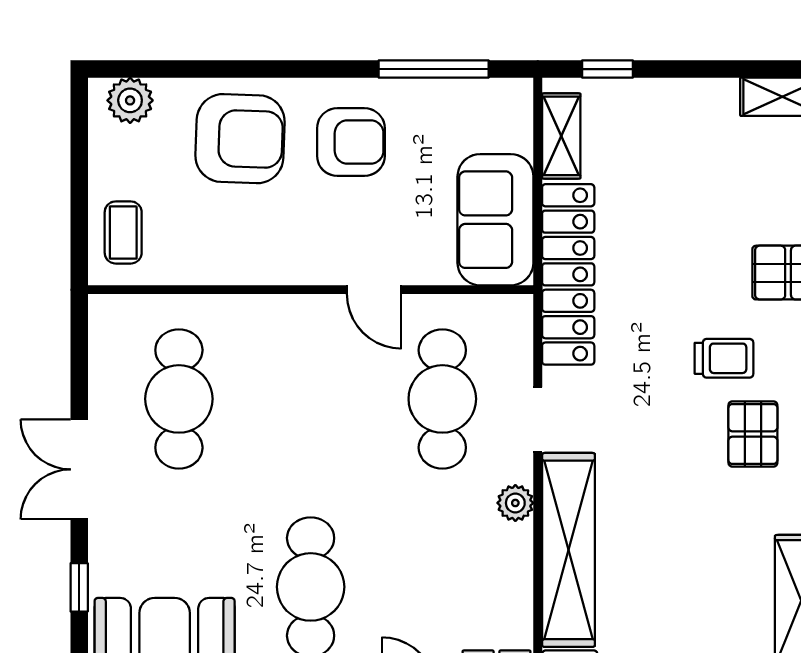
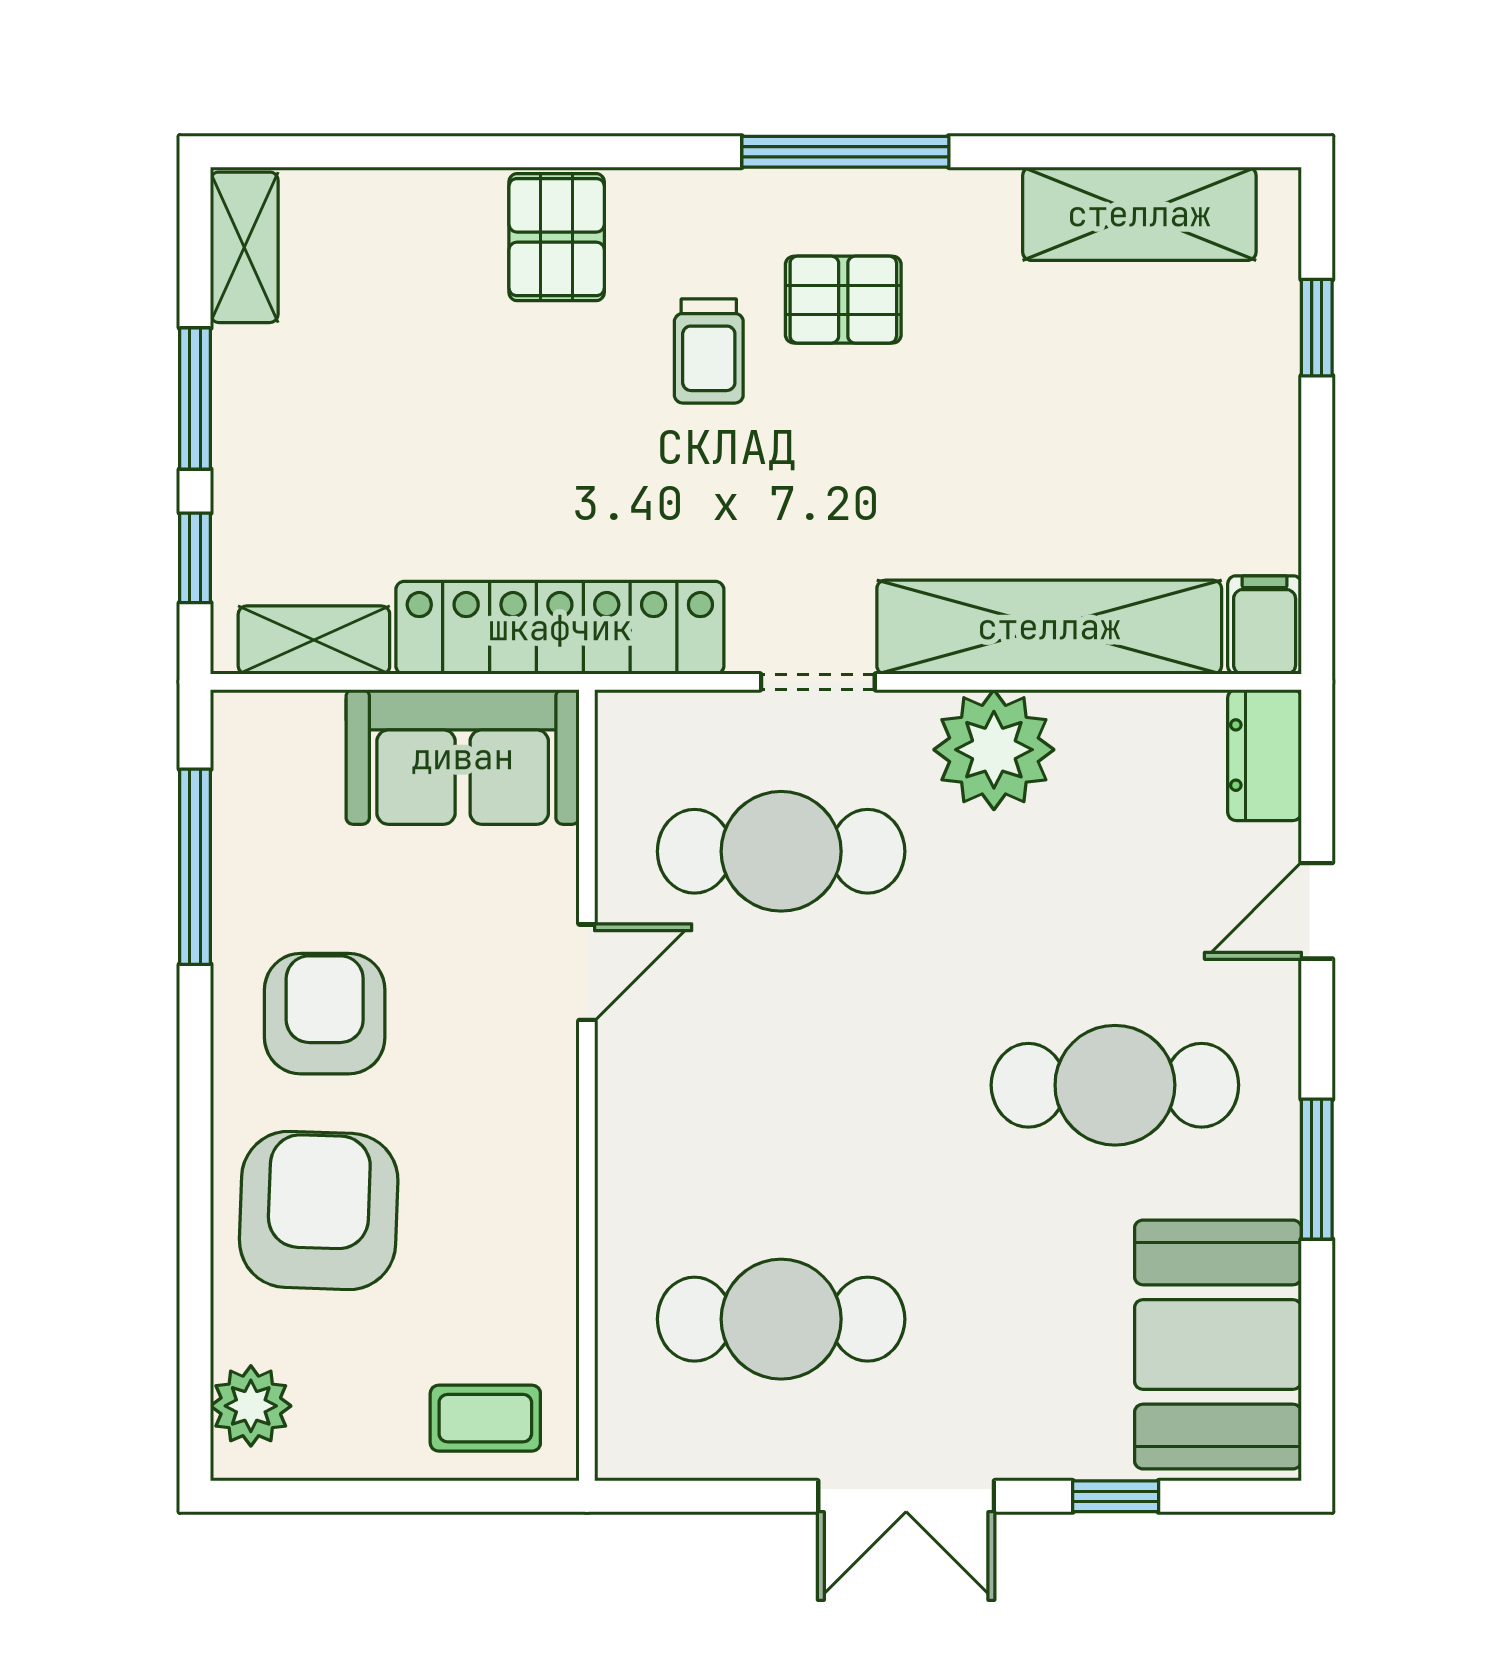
window: (697, 69) -> (195, 399), added
trolley: (724, 358) -> (709, 351), turned 180
plant: (515, 503) -> (994, 750), width x1.88, depth x1.88

